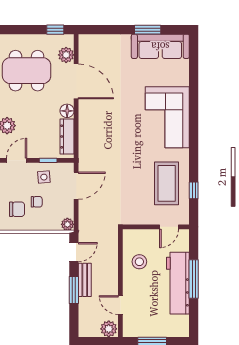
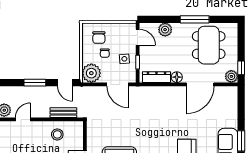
plant: (66, 55) -> (231, 76), moved
plant: (67, 224) -> (91, 73), width x1.88, depth x1.88
bench: (85, 280) -> (63, 113), moved

